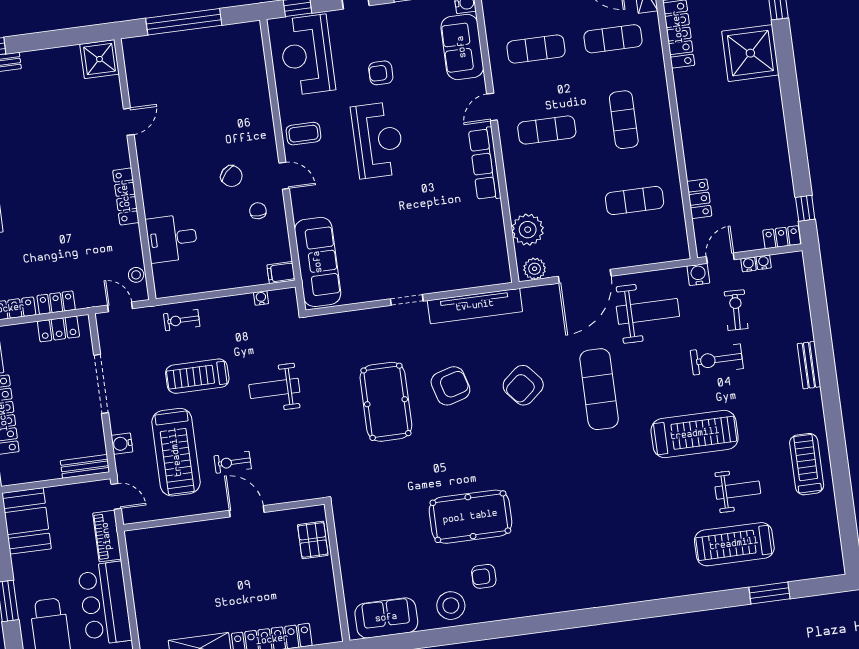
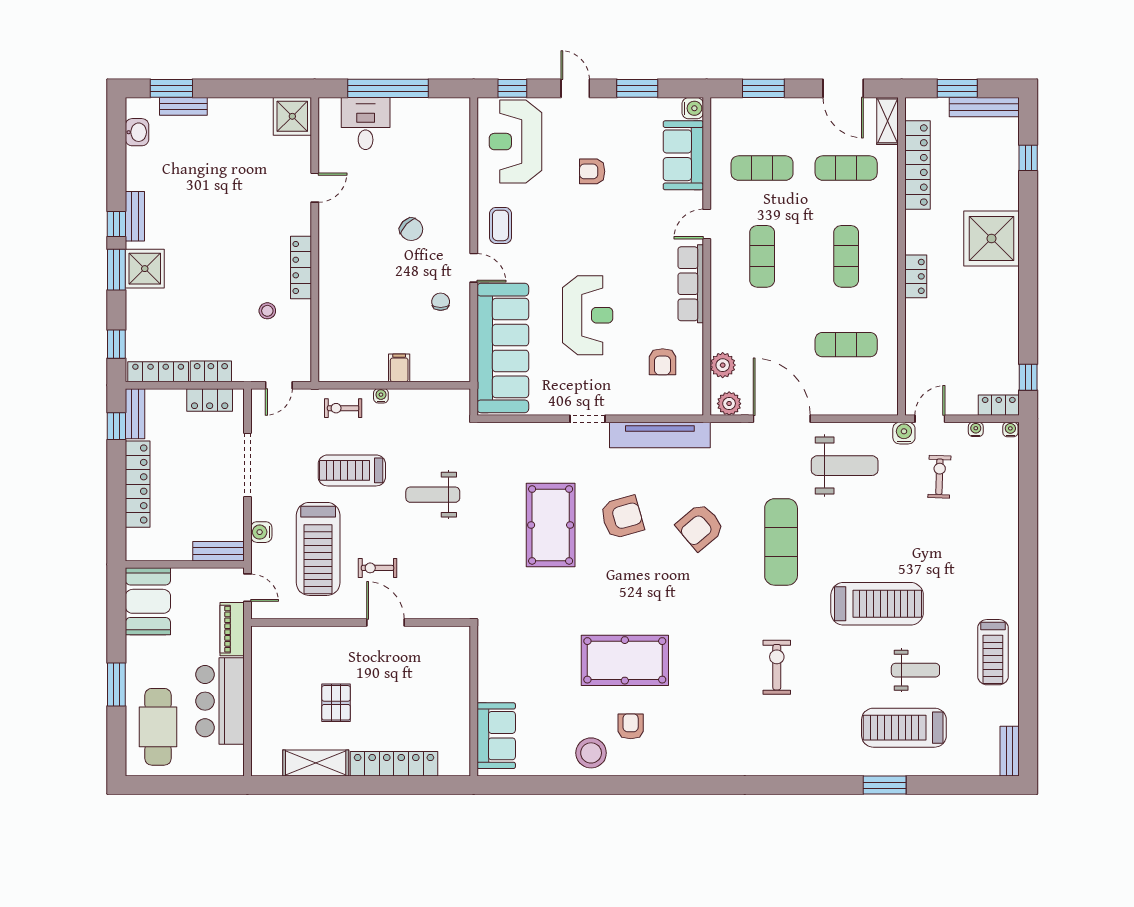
shower: (750, 53) -> (991, 239), moved
exercise mat: (547, 130) -> (762, 256), turned 90
coffee table: (303, 134) -> (500, 225), turned 90
reception desk: (378, 140) -> (588, 315), moved
chair: (231, 176) -> (411, 229), moved
locker: (699, 199) -> (916, 276), moved
plant: (528, 230) -> (723, 365), width x0.73, depth x0.73
desk: (172, 238) -> (366, 123), moved, turned 90
armchair: (469, 239) -> (663, 362), added
sofa: (318, 262) -> (503, 348), width x1.36, depth x1.27
water cooler: (749, 264) -> (1010, 430), moved
filing cabinet: (281, 273) -> (399, 368), moved, turned 90
stool: (136, 275) -> (267, 311), moved
door: (585, 276) -> (782, 419), swing flipped
water cooler: (261, 298) -> (381, 396), moved
door: (120, 307) -> (279, 385), swing flipped
exercise bike: (717, 359) -> (777, 667), moved, turned 90
bench: (809, 365) -> (1010, 751), moved
treadmill: (807, 464) -> (993, 652), turned 180
pallet: (313, 540) -> (336, 703), moved
armchair: (484, 576) -> (631, 726), turned 90
window: (769, 593) -> (885, 785), moved
sofa: (386, 618) -> (496, 736), moved, turned 90

